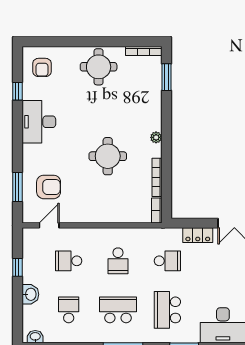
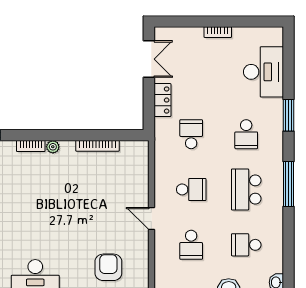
round table: (108, 156) -> (74, 201), removed
bookcase: (157, 210) -> (31, 146), moved
door: (49, 225) -> (151, 219), moved
school desk: (167, 310) -> (246, 134), width x0.54

